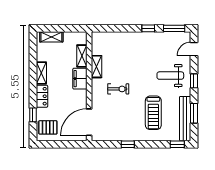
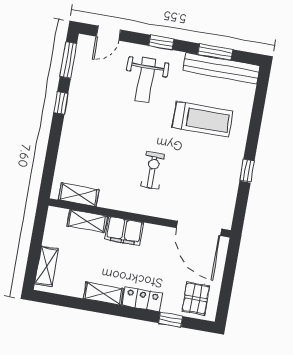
door: (194, 49) -> (108, 33), hinge flipped
shelving: (96, 67) -> (79, 195), moved
window: (177, 144) -> (262, 89), removed

